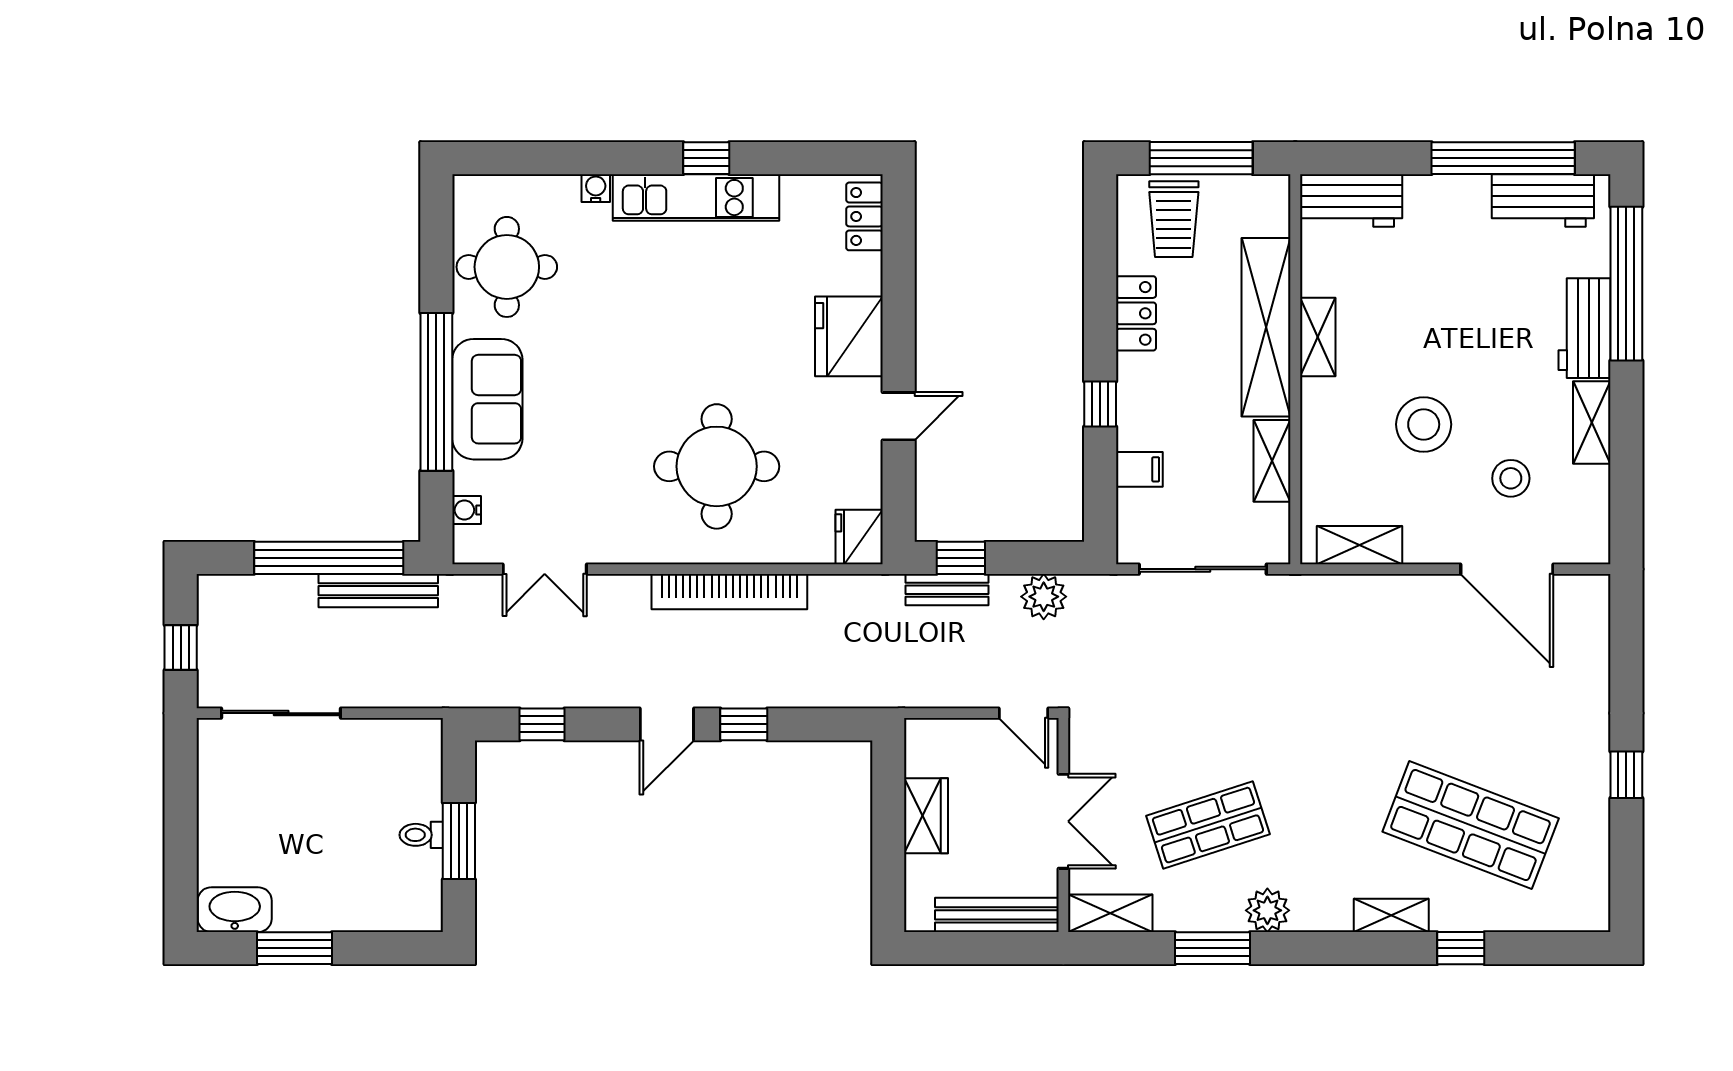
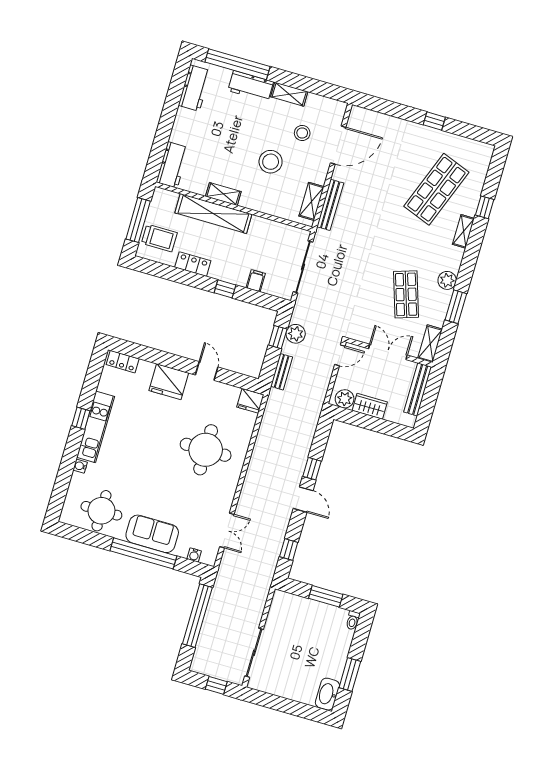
window: (1503, 158) -> (173, 99), removed
shelving: (1272, 461) -> (268, 227), removed
window: (961, 558) -> (278, 337), moved
bench: (378, 591) -> (330, 205), moved
bookcase: (729, 592) -> (257, 459), removed
plant: (926, 753) -> (345, 399), added
toilet: (421, 835) -> (353, 620), moved

